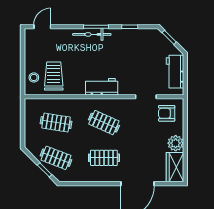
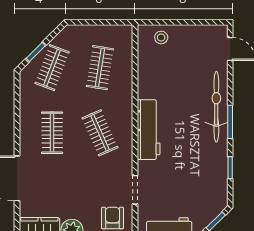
bicycle: (92, 34) -> (216, 107), width x1.37, depth x1.40
trolley: (54, 76) -> (163, 65), removed
workbench: (102, 87) -> (149, 130), width x1.38
clothes rail: (104, 123) -> (100, 133), turned -48

